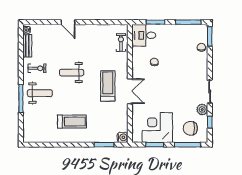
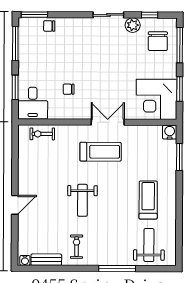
treadmill: (108, 86) -> (101, 152), turned 180
weight bench: (40, 93) -> (149, 245), moved
corner desk: (157, 128) -> (157, 99), moved

